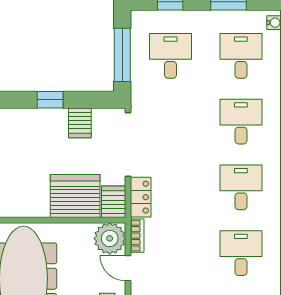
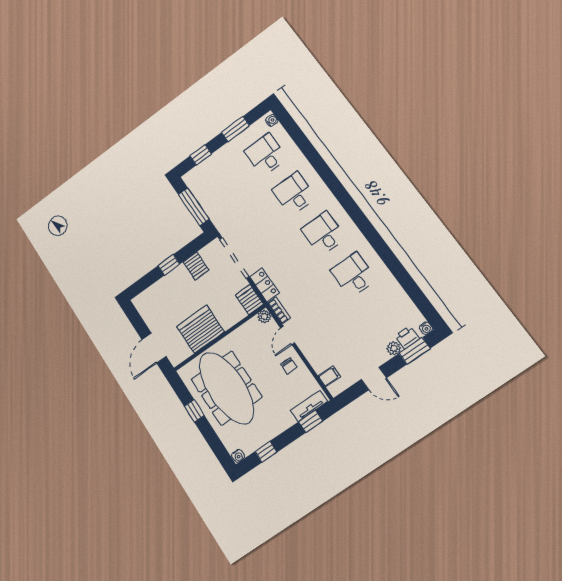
desk: (170, 56) -> (223, 186), removed
server rack: (75, 196) -> (200, 329), moved
plant: (110, 238) -> (264, 316), width x0.53, depth x0.53
door: (128, 268) -> (288, 335), hinge flipped

